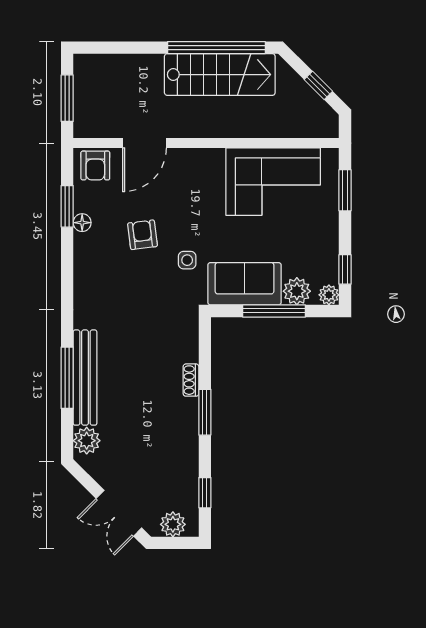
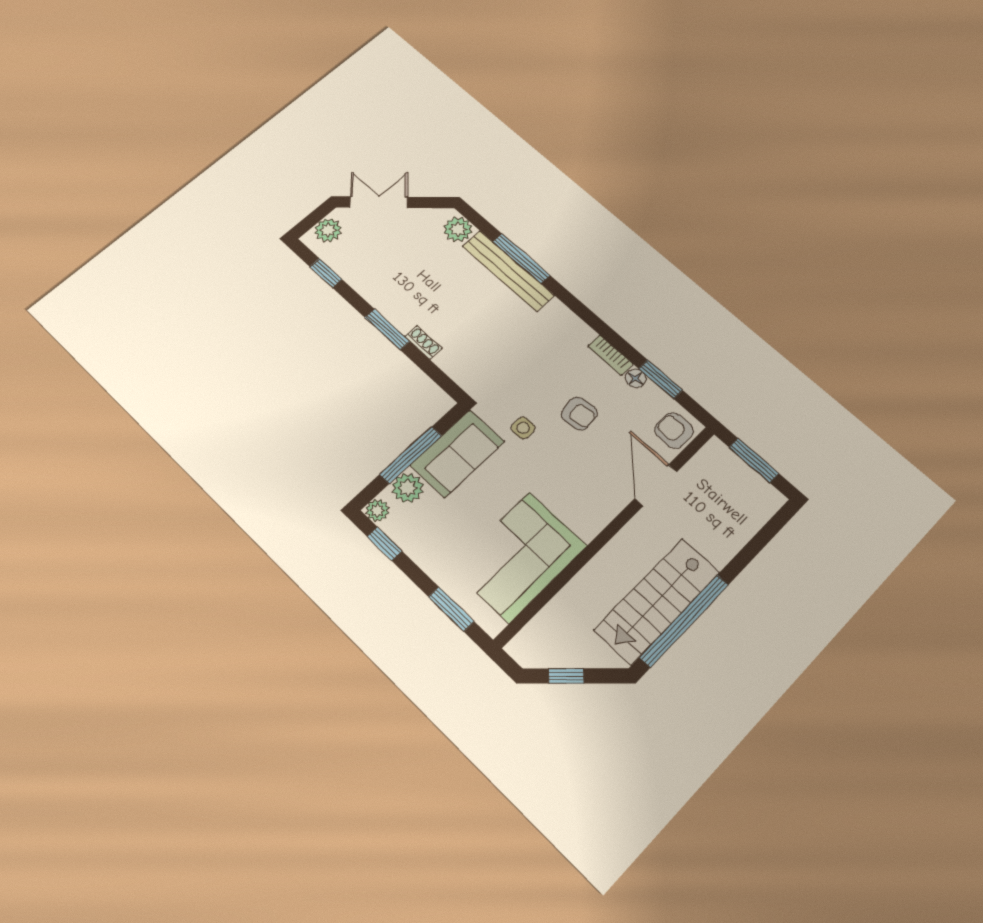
bookcase: (81, 254) -> (610, 355), added

